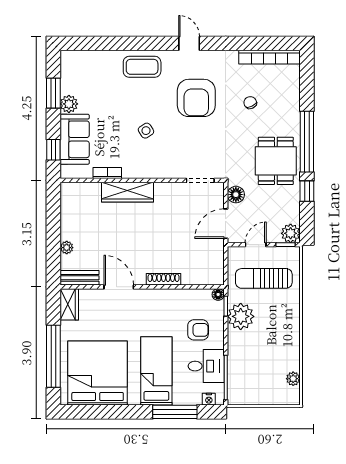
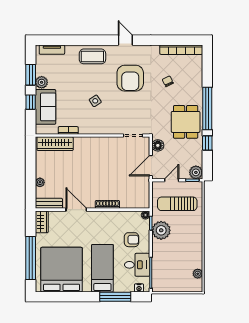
tv unit: (84, 57) -> (52, 50), added
window: (53, 150) -> (31, 102), moved
wardrobe: (128, 192) -> (55, 144), moved

